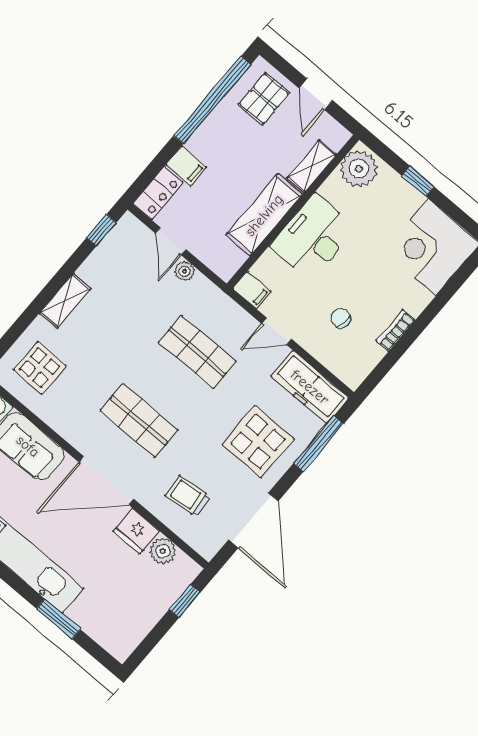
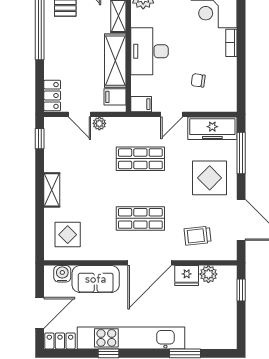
filing cabinet: (186, 166) -> (115, 97), moved, turned 180
bookcase: (396, 330) -> (231, 43), moved

